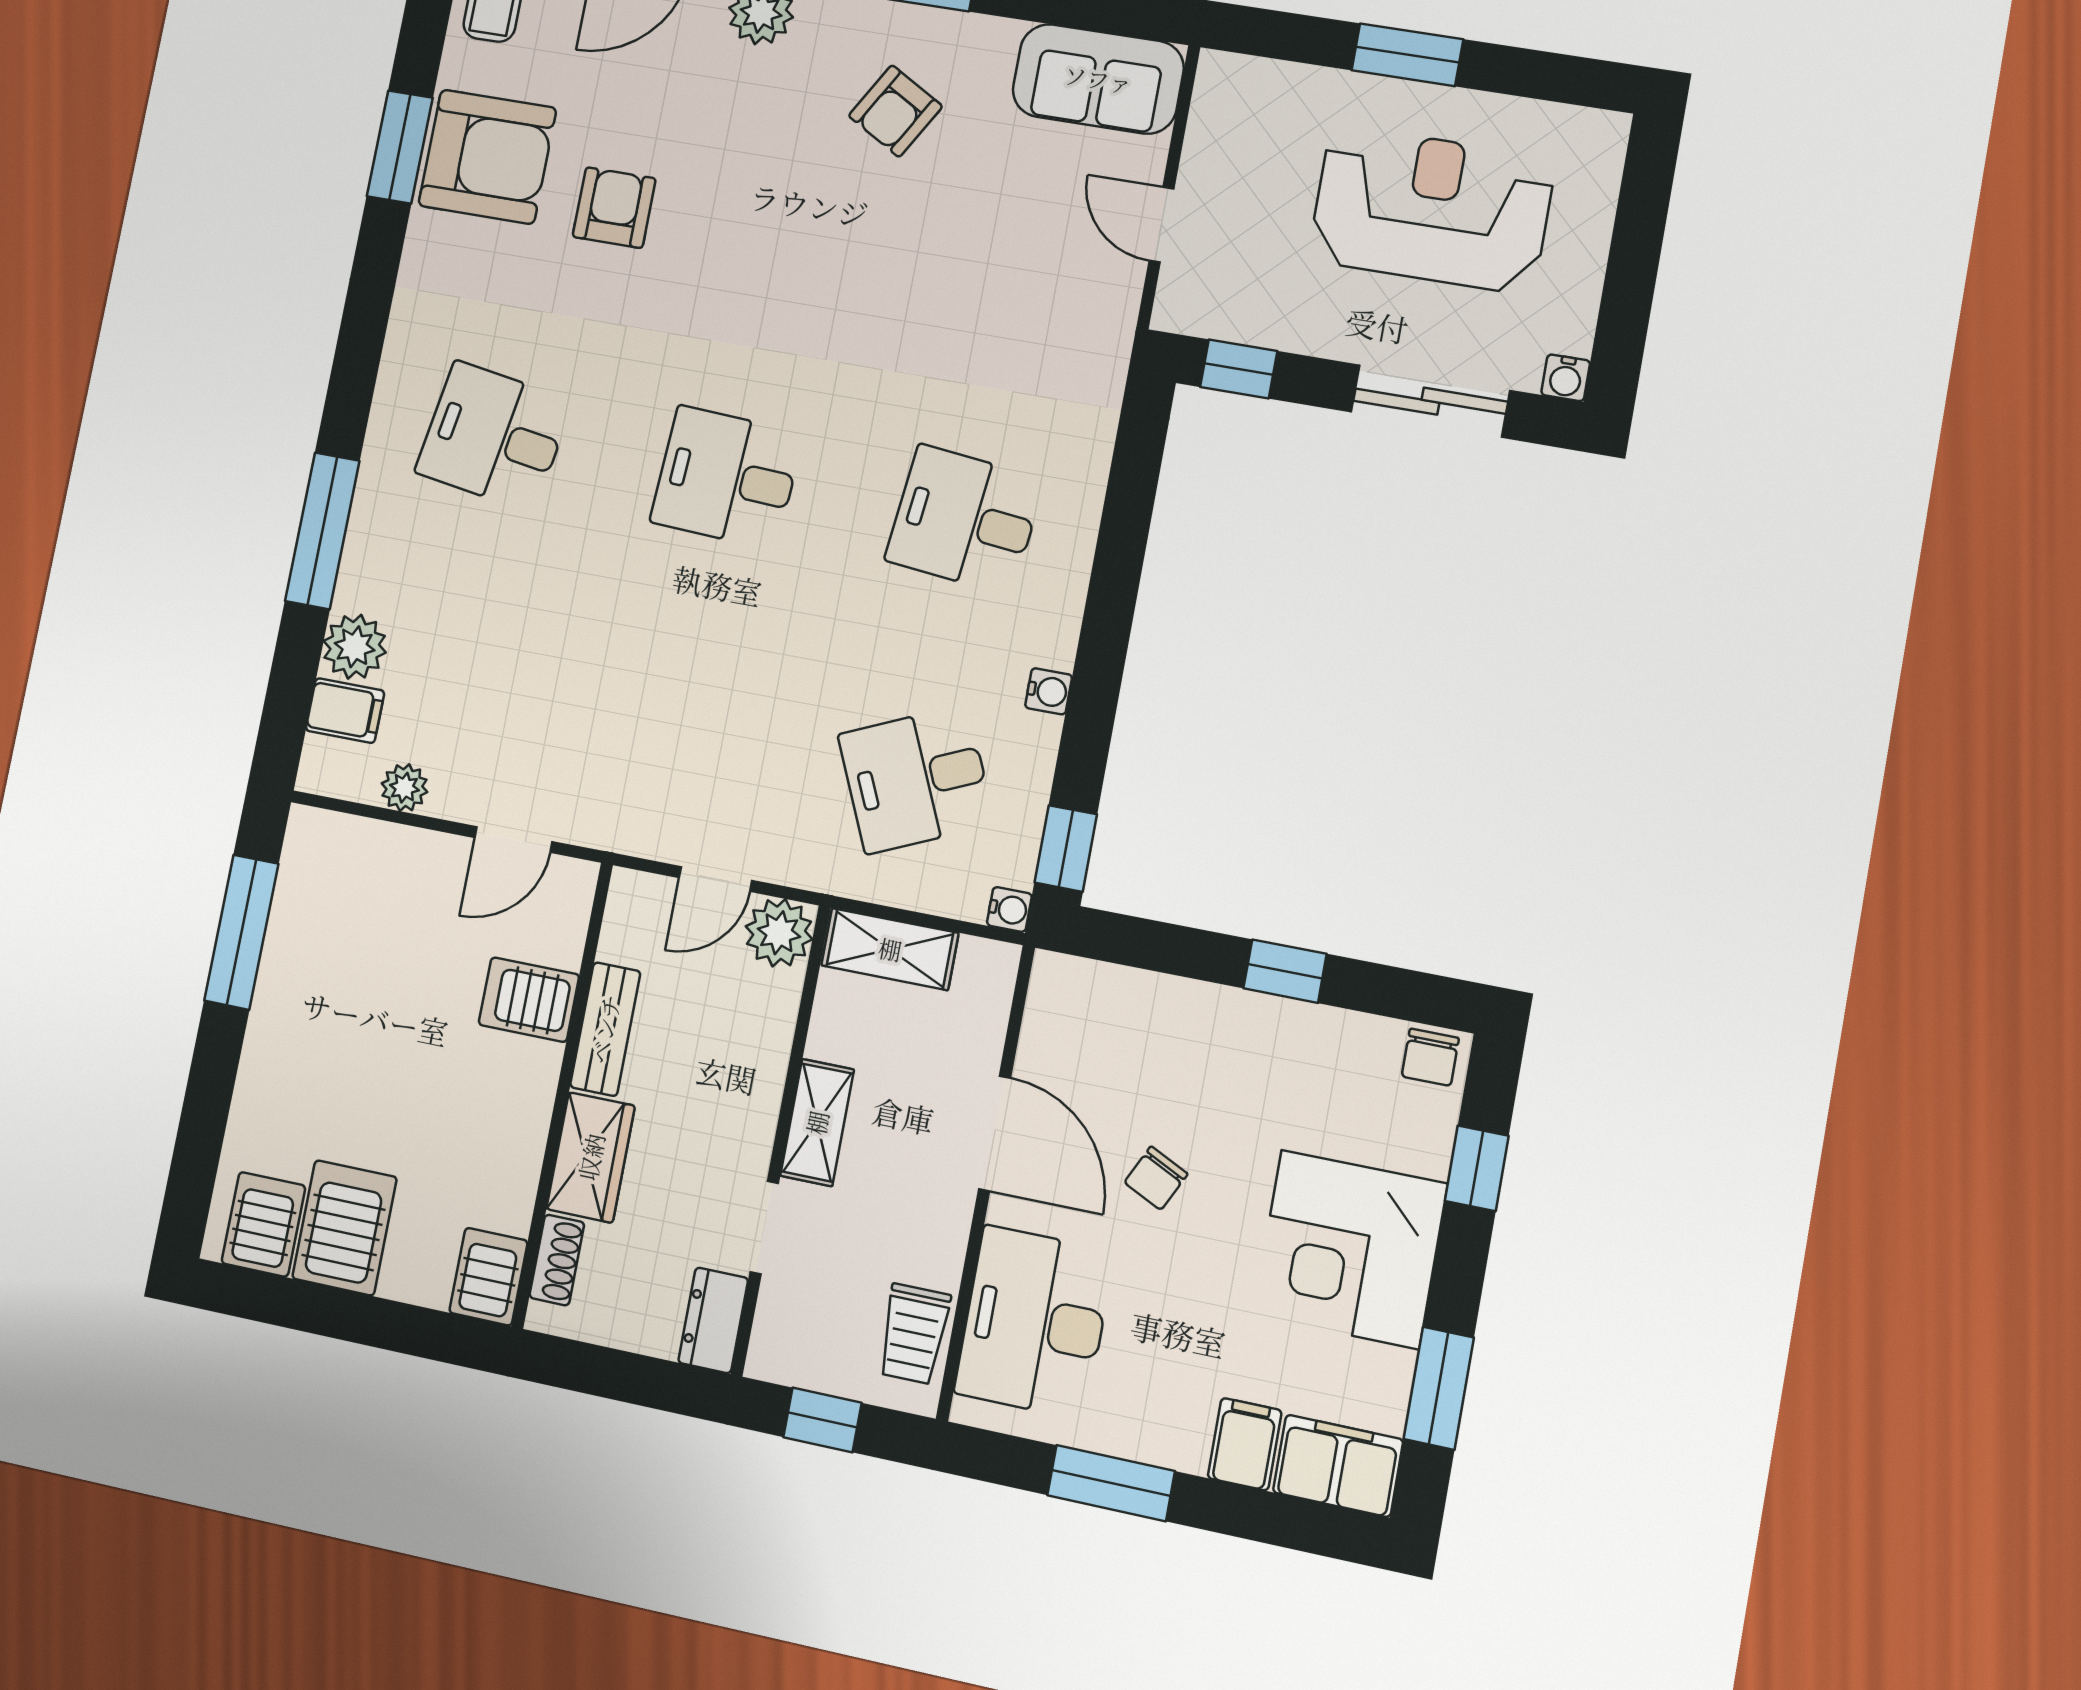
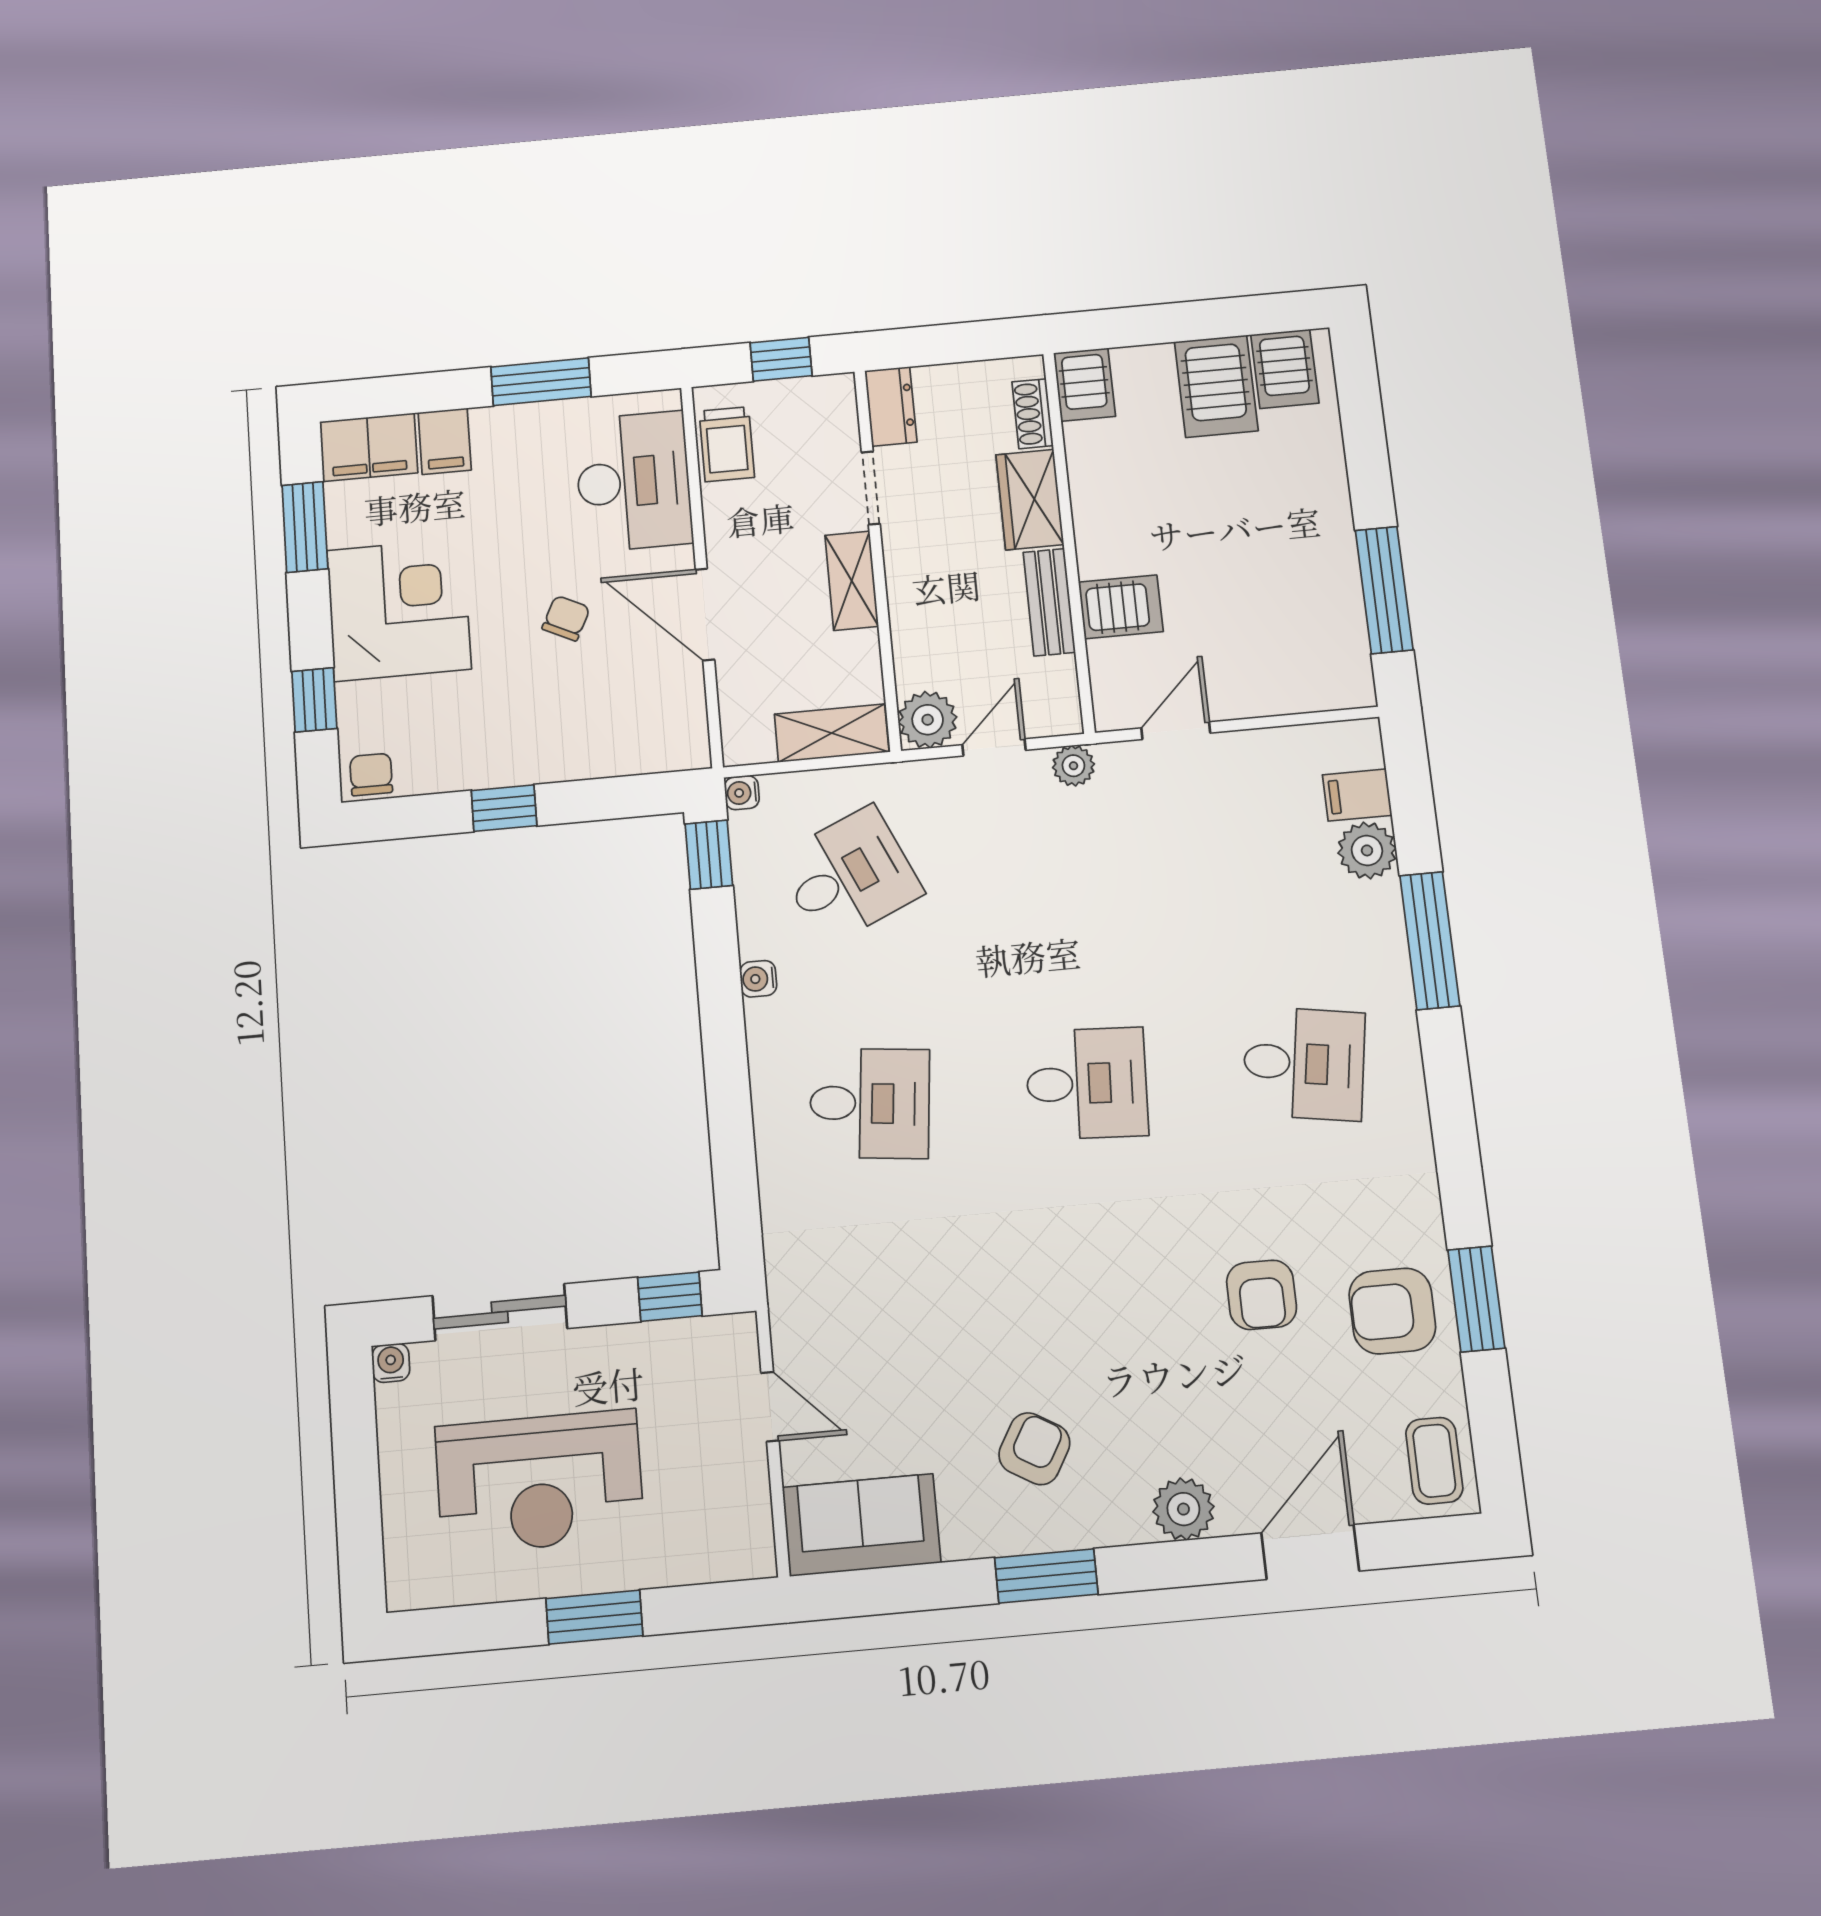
armchair: (487, 157) -> (1392, 1311), width x0.73, depth x0.73
plant: (404, 788) -> (1073, 766), moved
trolley: (914, 1334) -> (727, 444), turned 180

